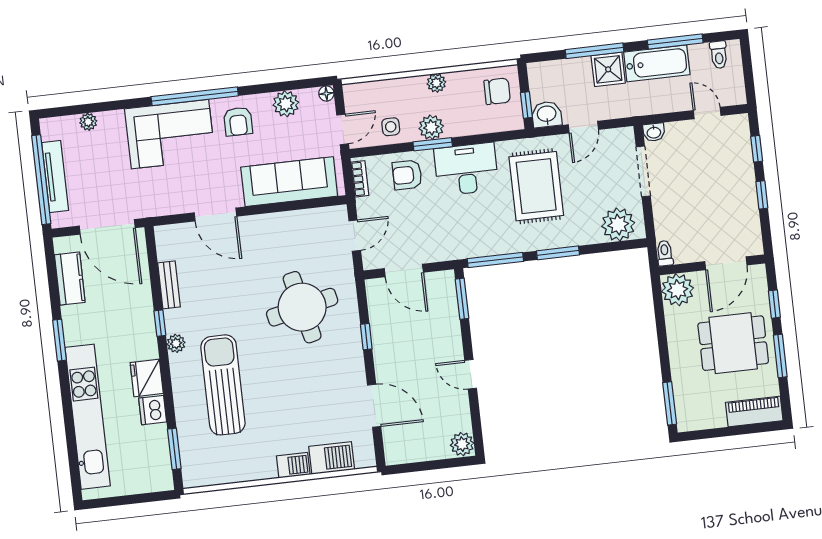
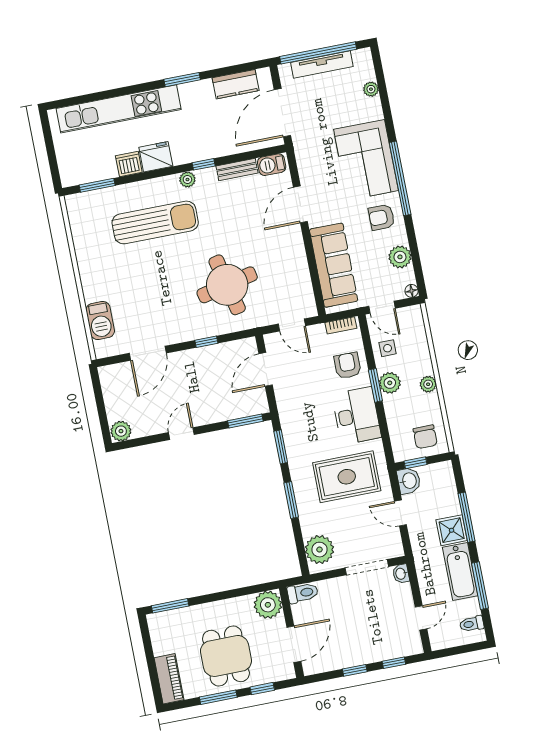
toilet: (665, 253) -> (303, 593), width x1.37, depth x1.39
window: (495, 260) -> (281, 447), width x0.69
door: (726, 263) -> (294, 644), swing flipped
barbecue: (293, 465) -> (272, 165), moved, turned 90

